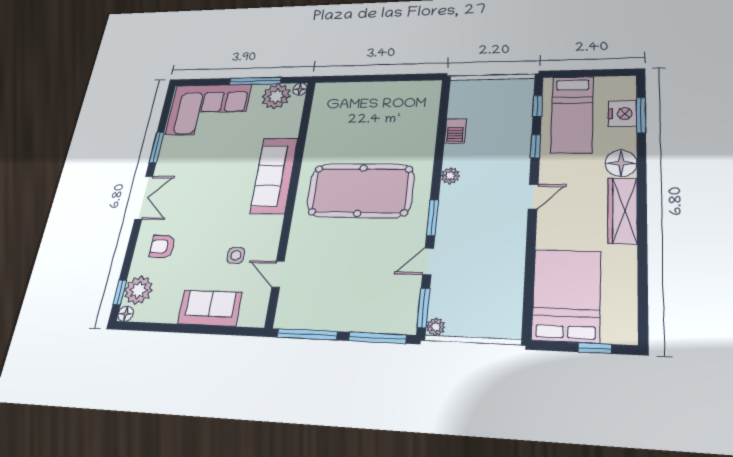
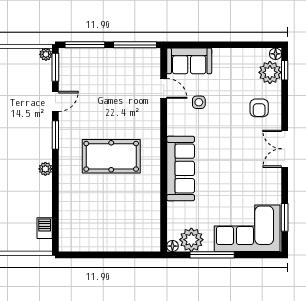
barbecue: (455, 131) -> (45, 228), moved
window: (157, 147) -> (285, 217), moved
pool table: (360, 190) -> (111, 156), width x0.73, depth x0.76
armchair: (162, 246) -> (259, 108), turned 90
sofa: (210, 308) -> (189, 61), moved

